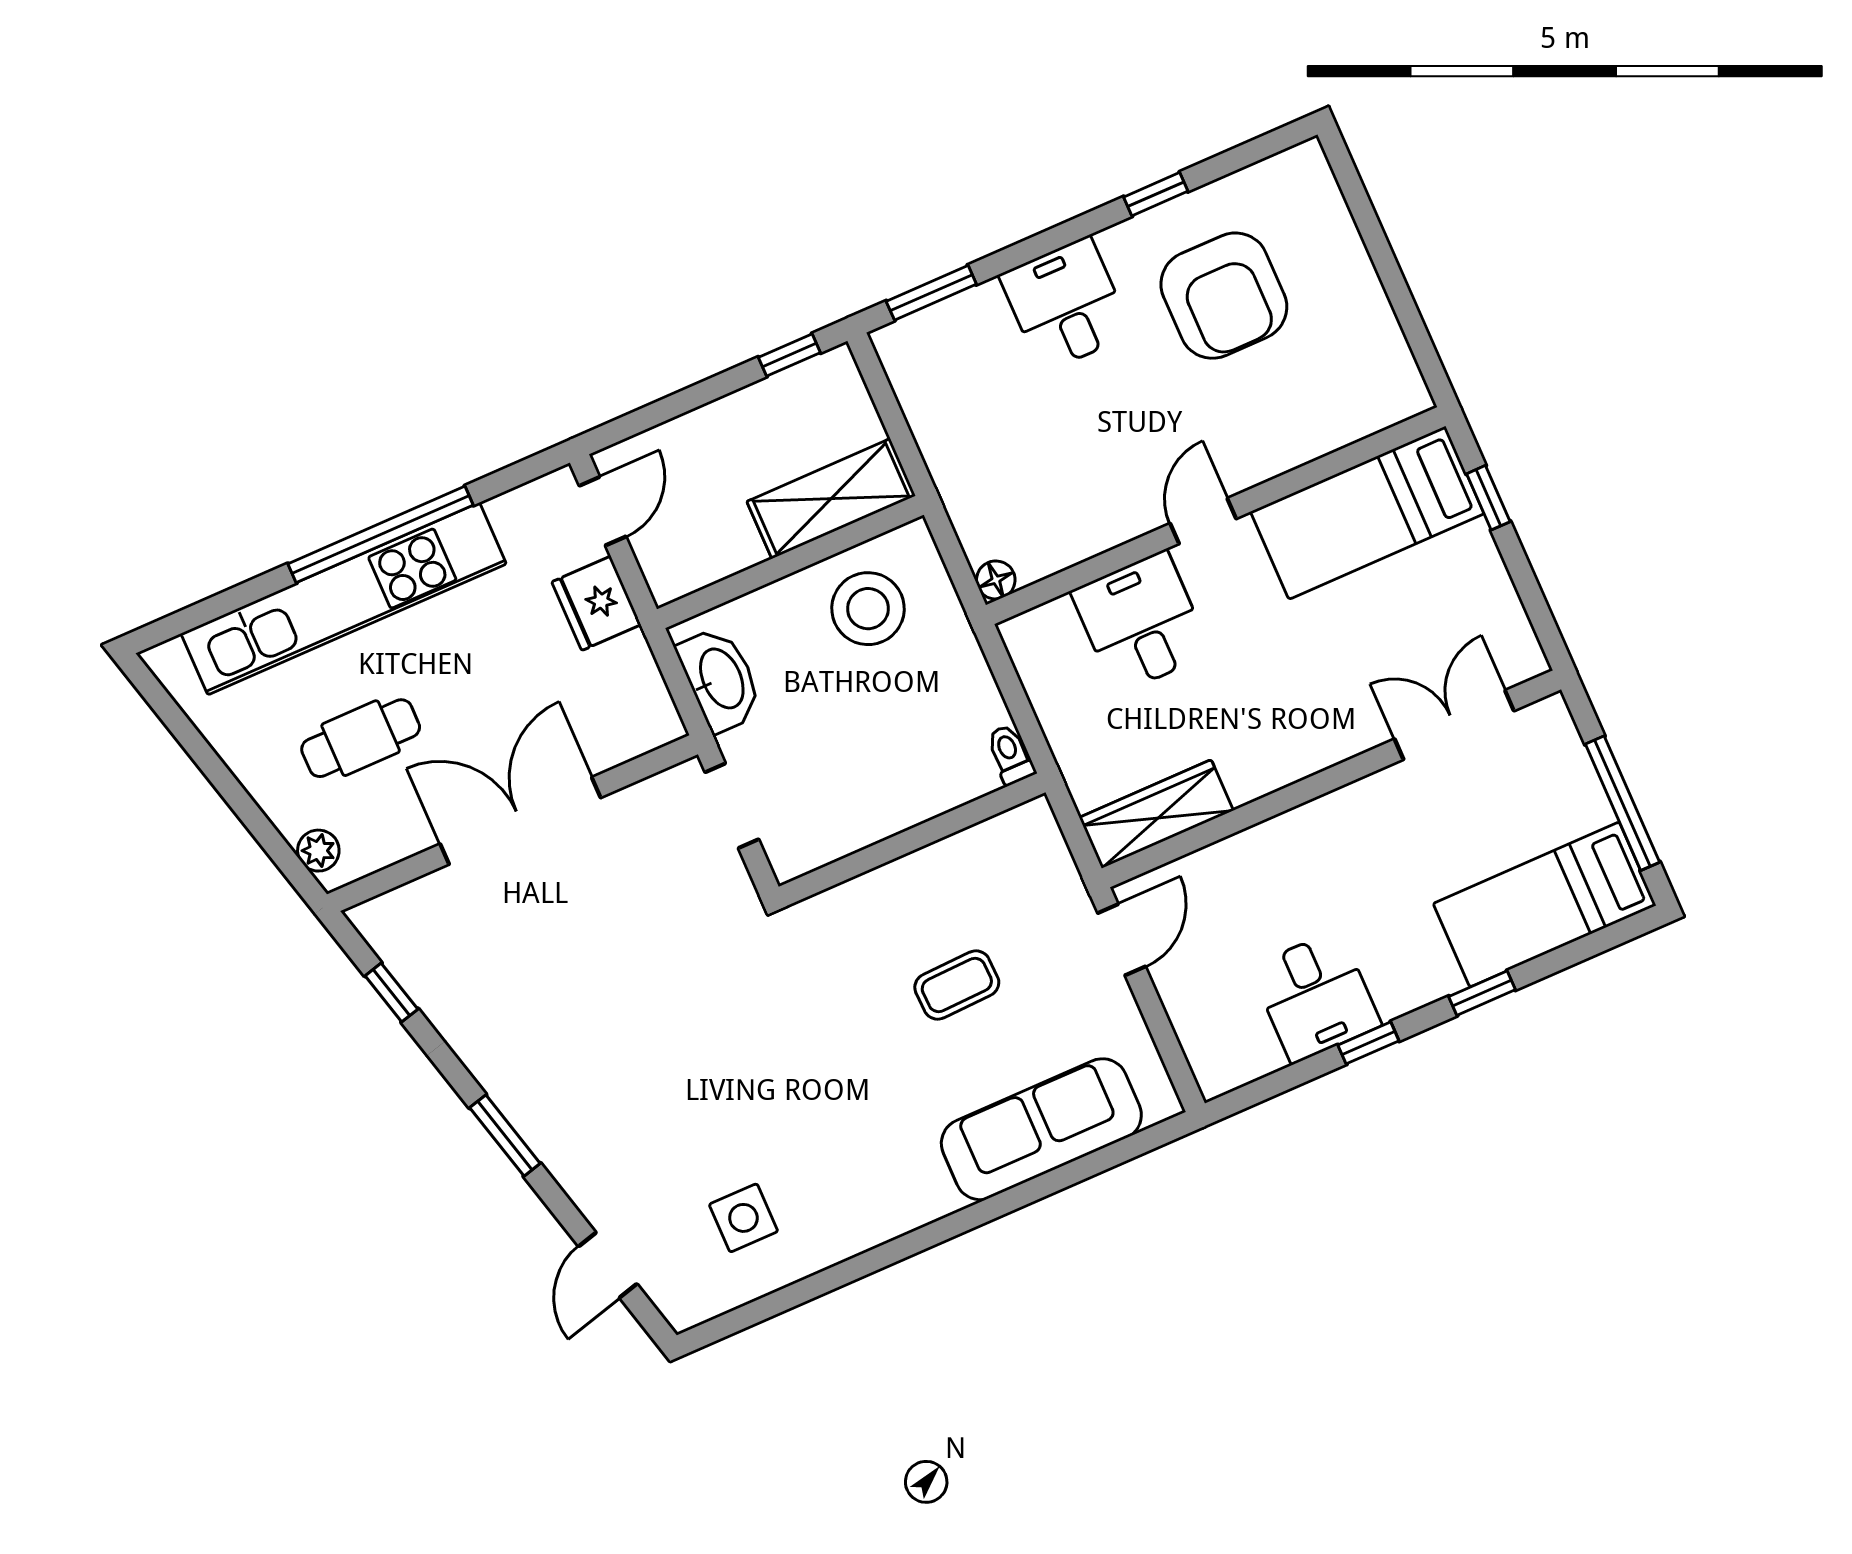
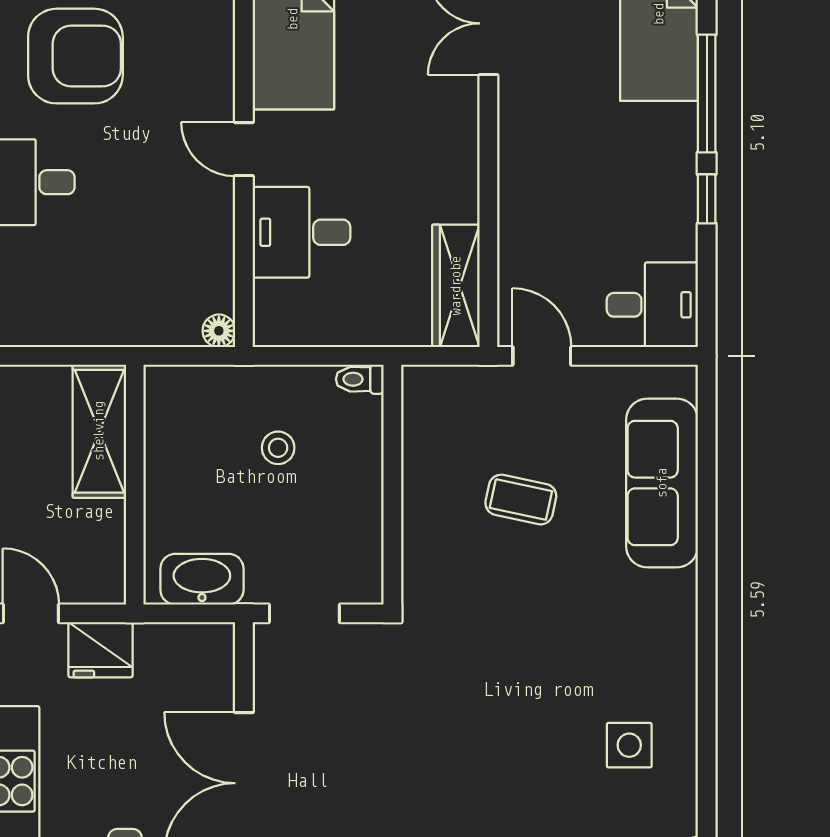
stool: (868, 609) -> (278, 448), moved, width x0.53, depth x0.53
coffee table: (957, 985) -> (521, 500), turned -76
window: (1482, 993) -> (707, 93), width x2.17
desk: (1316, 996) -> (652, 305), moved

